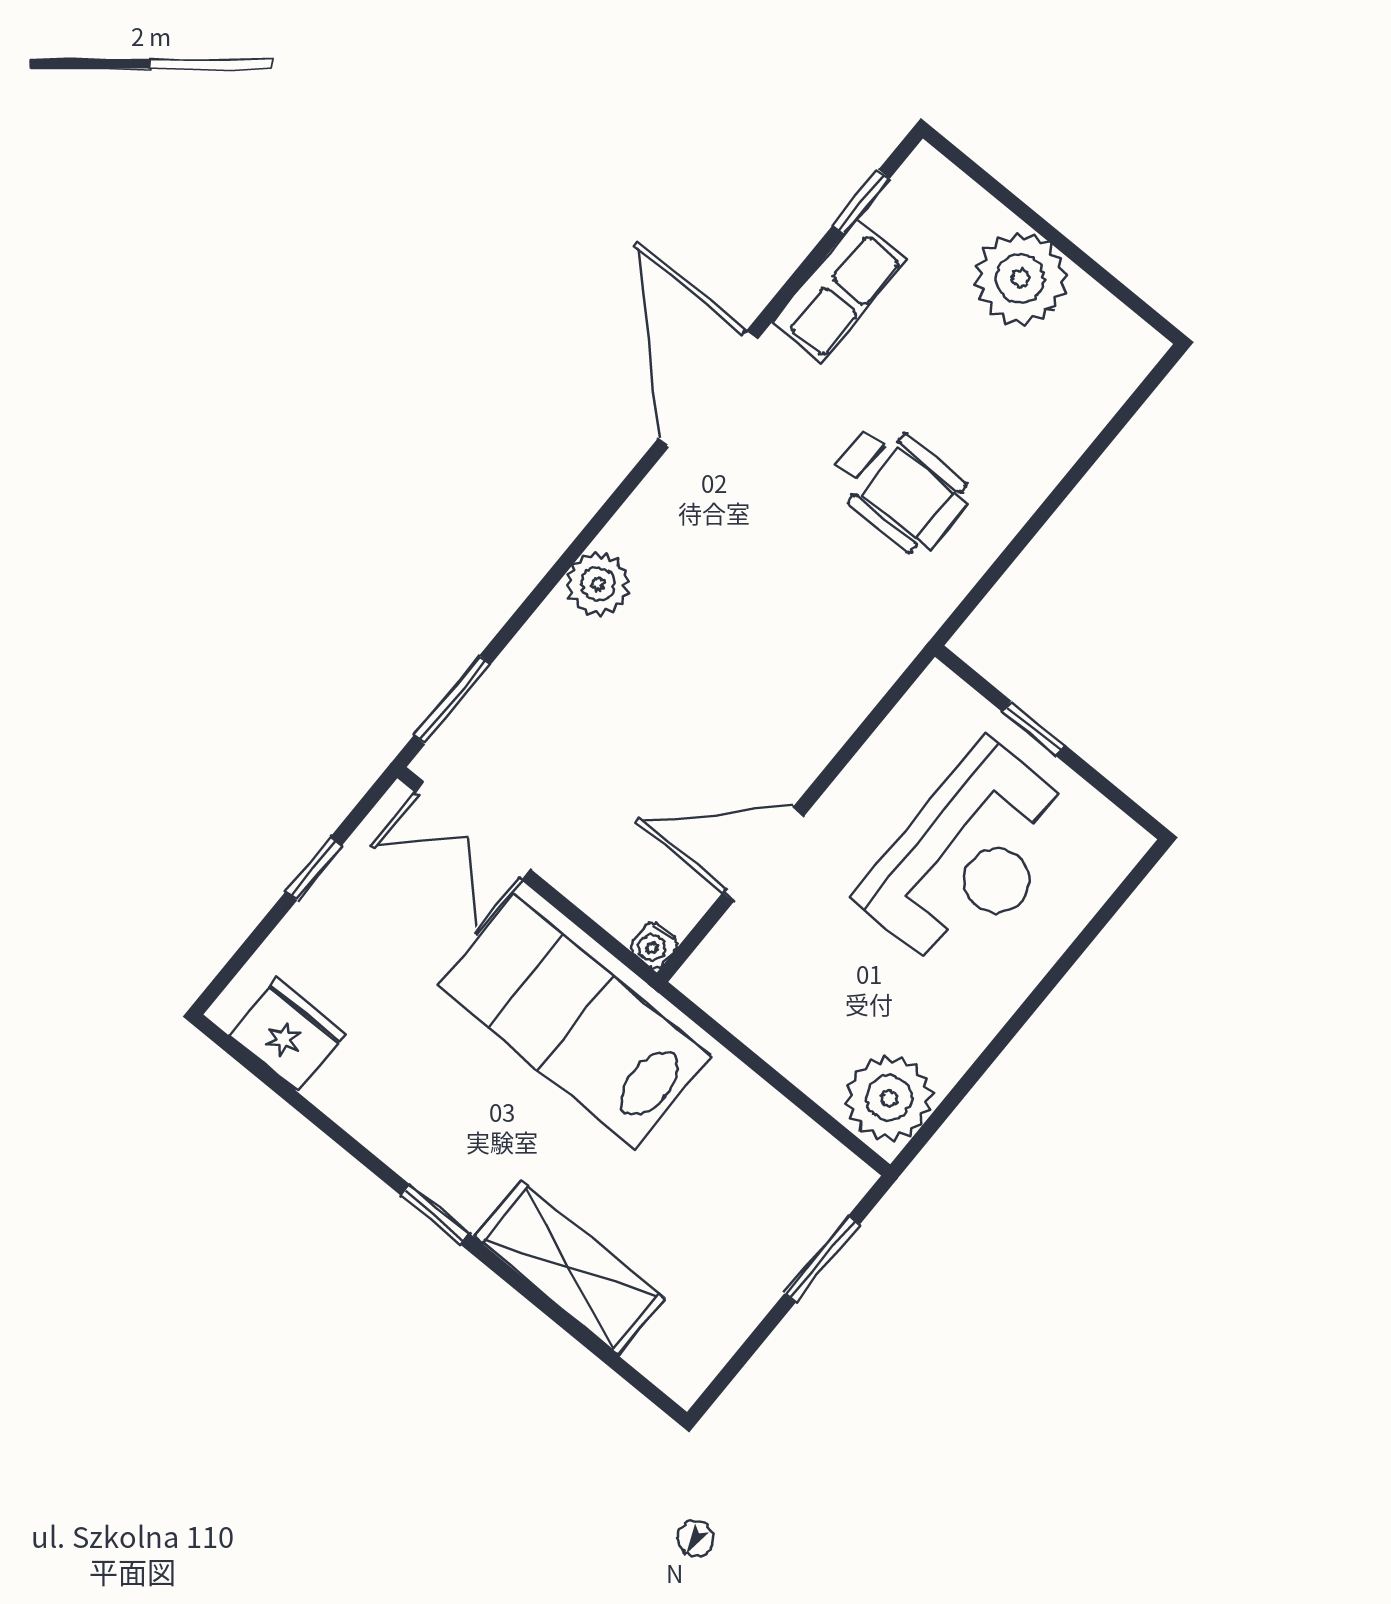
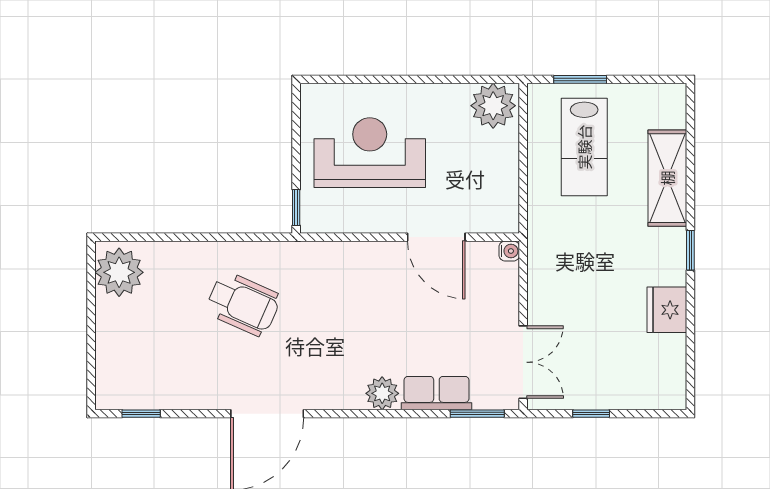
plant: (1020, 279) -> (119, 272), moved
row of seats: (839, 291) -> (436, 393), moved
wheelchair: (899, 487) -> (243, 304), turned 114
window: (1033, 728) -> (296, 208), moved
lab bench: (574, 1021) -> (584, 147), moved, width x0.73, depth x0.72
fridge: (287, 1035) -> (667, 310), moved

